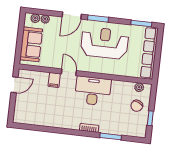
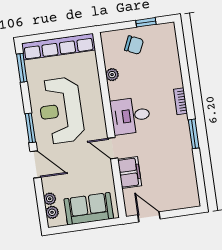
door: (69, 72) -> (113, 148), hinge flipped
filing cabinet: (54, 80) -> (130, 172), width x2.00
plant: (139, 87) -> (112, 75), moved
desk: (93, 91) -> (130, 116), width x0.73
window: (111, 136) -> (194, 134), moved

